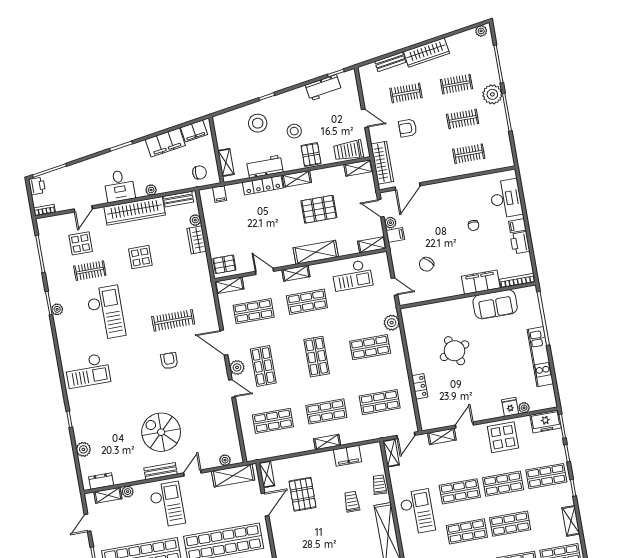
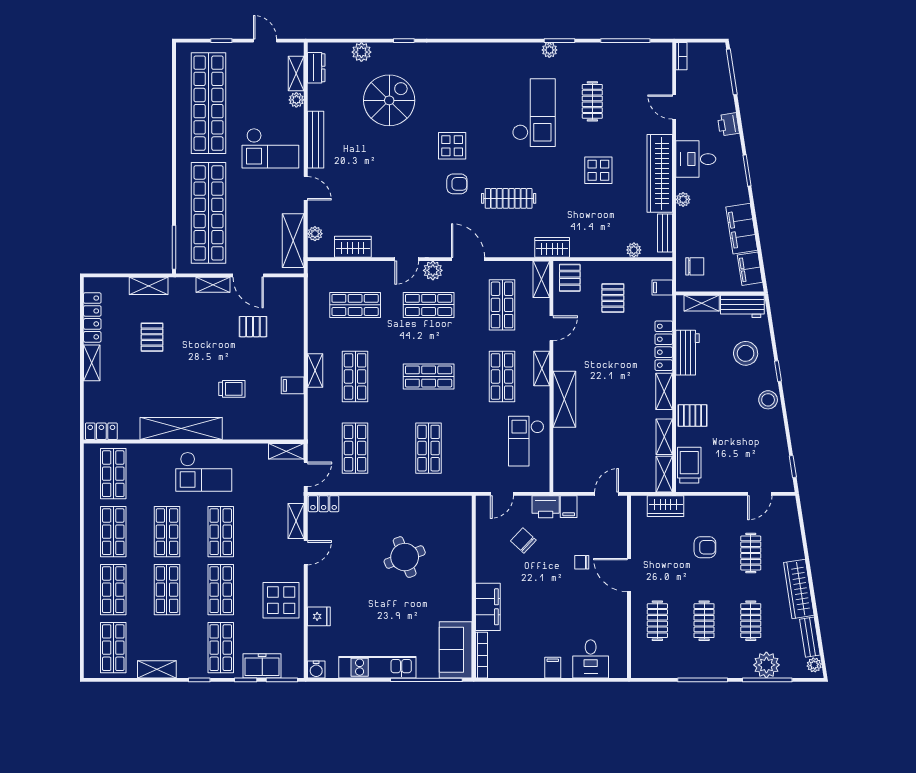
bench: (390, 62) -> (810, 637), moved
workbench: (323, 88) -> (742, 306), moved, turned -81
plant: (492, 94) -> (766, 665), moved
door: (365, 118) -> (760, 494), moved
armchair: (408, 128) -> (705, 547), turned 90
stool: (294, 131) -> (768, 400), moved
wardrobe: (382, 163) -> (666, 506), width x0.67
chair: (199, 172) -> (695, 266), turned -90
printer: (37, 186) -> (728, 124), moved, turned 81
door: (408, 186) -> (629, 575), moved
desk: (506, 199) -> (591, 659), width x0.73
pallet: (319, 209) -> (613, 298), moved, width x0.67, depth x0.71
plant: (390, 223) -> (586, 503), removed
chair: (473, 225) -> (582, 562), moved
wardrobe: (197, 240) -> (552, 247), moved
display table: (81, 243) -> (452, 146), moved
printer: (520, 243) -> (546, 507), moved, turned 180
shelving: (372, 245) -> (664, 437), moved
sofa: (495, 304) -> (456, 650), moved
checkout: (106, 313) -> (534, 113), turned -90
clothes rail: (173, 320) -> (509, 198), turned 90
plant: (392, 323) -> (456, 482), removed
door: (224, 343) -> (468, 259), hinge flipped
checkout: (88, 371) -> (463, 76), removed
locker: (420, 386) -> (324, 504), moved
water cooler: (550, 402) -> (316, 669), added
plant: (524, 408) -> (315, 634), removed
shop shelf: (273, 421) -> (355, 305), turned 90
freezer: (546, 421) -> (262, 666), moved, turned 90
door: (464, 425) -> (306, 553), hinge flipped
wardrobe: (230, 430) -> (353, 247), added
spiral stairs: (161, 432) -> (389, 100), moved
door: (406, 435) -> (306, 474), swing flipped
filing cabinet: (348, 456) -> (293, 385), width x0.50
bench: (160, 471) -> (316, 140), width x1.36
shelving: (267, 474) -> (213, 285), moved
trolley: (379, 485) -> (248, 429), removed
pallet: (302, 494) -> (253, 327), width x0.67, depth x0.71

